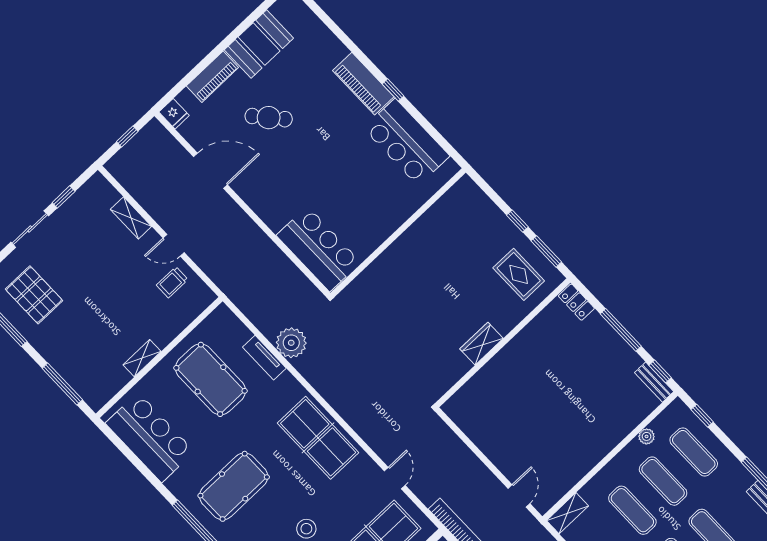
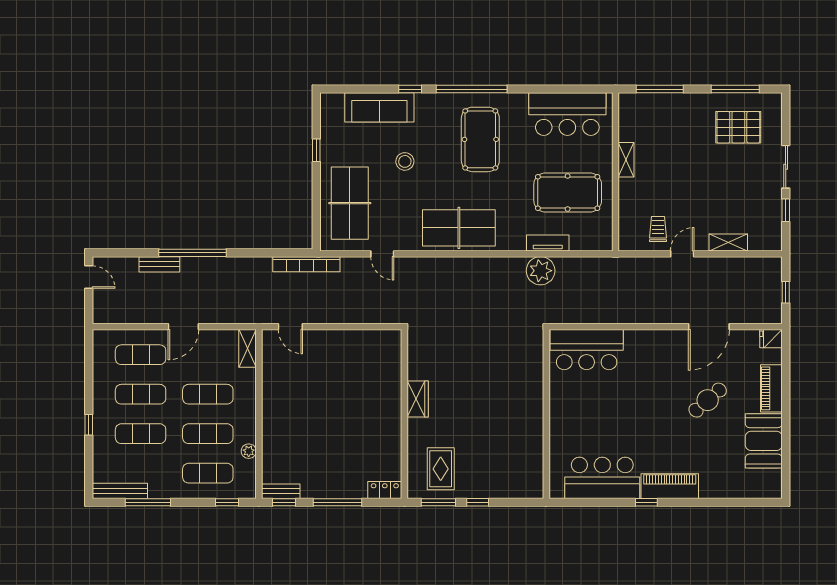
rug: (519, 274) -> (441, 469), turned 90

